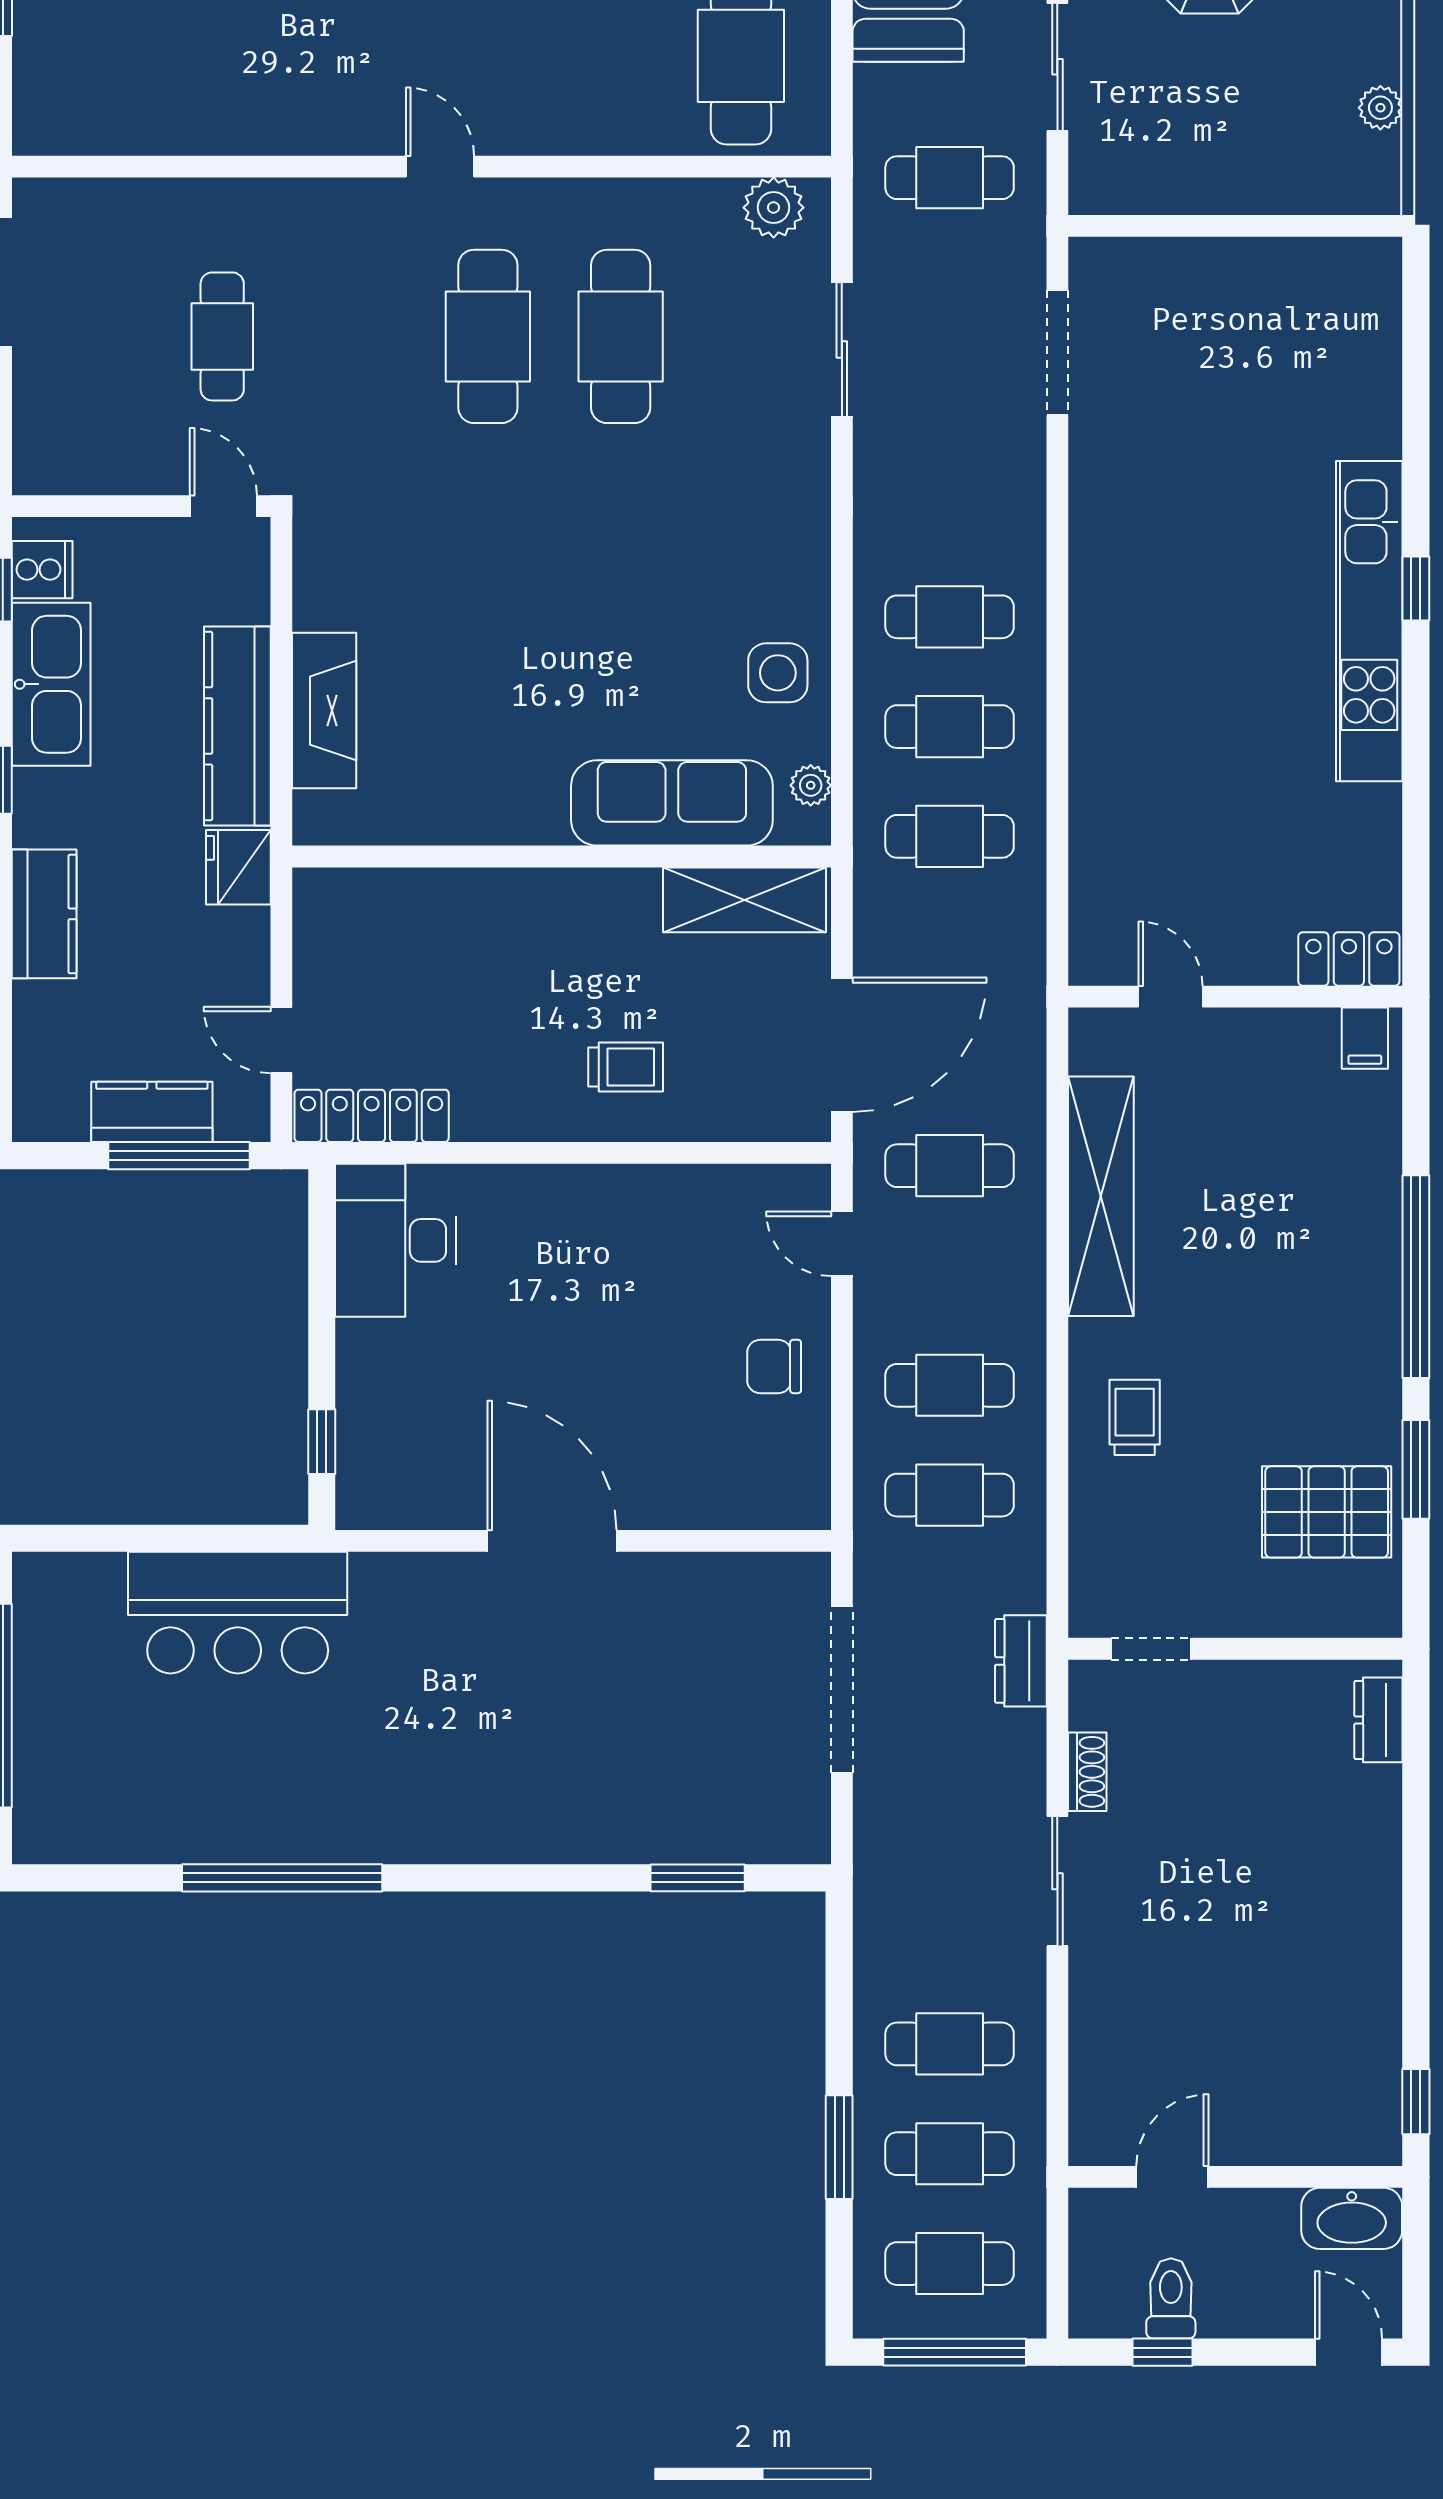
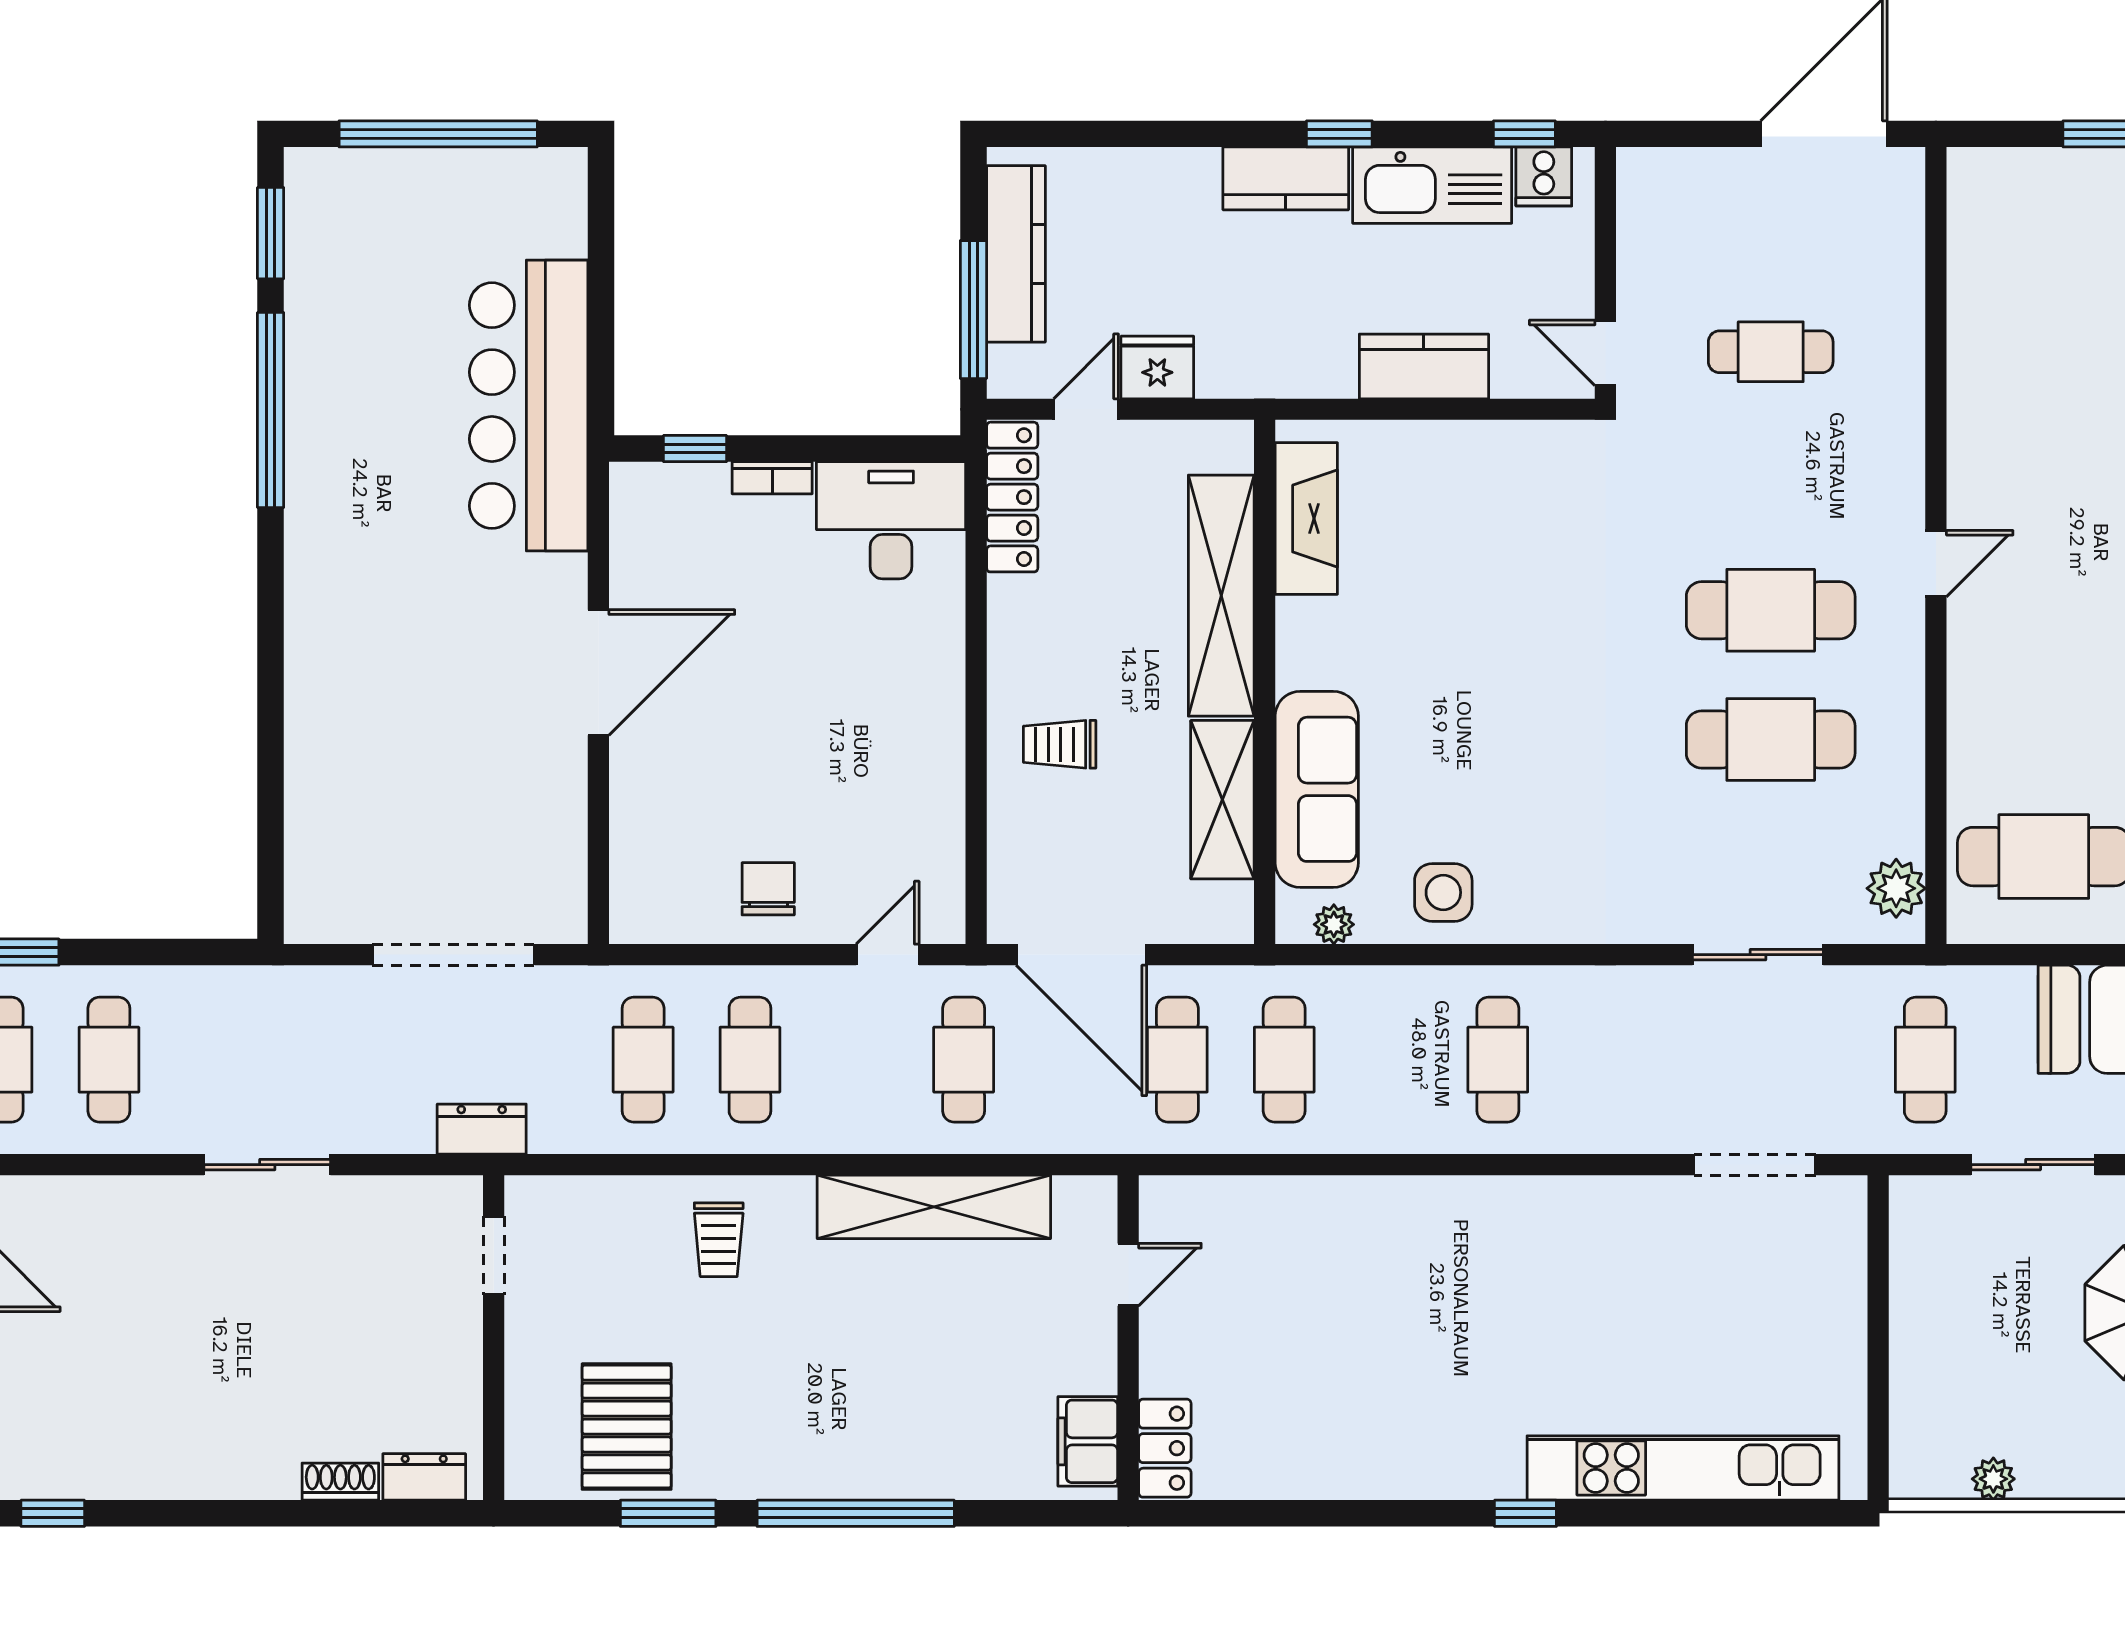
door: (223, 506) -> (1605, 353), swing flipped
kitchen unit: (1369, 621) -> (1683, 1468), moved
fireplace: (324, 711) -> (1306, 519), moved, turned -90
kitchen counter: (237, 726) -> (1424, 366), width x0.67
cafe table: (950, 727) -> (1177, 1060), moved
fridge: (238, 867) -> (1157, 367), moved
shelving: (745, 900) -> (1222, 800), moved
shelving: (473, 901) -> (1221, 596), added
kitchen counter: (44, 914) -> (1286, 178), moved
filing cabinet: (1365, 1038) -> (1088, 1441), width x2.00
trolley: (626, 1067) -> (1060, 744), turned 90
kitchen counter: (152, 1112) -> (1016, 254), width x1.50
bookcase: (352, 1362) -> (772, 478), added
trolley: (1135, 1417) -> (719, 1240), turned 90
bar counter: (238, 1613) -> (529, 406), width x1.36
shoe rack: (1087, 1772) -> (340, 1482), moved, turned 180
window: (698, 1878) -> (271, 233), moved

